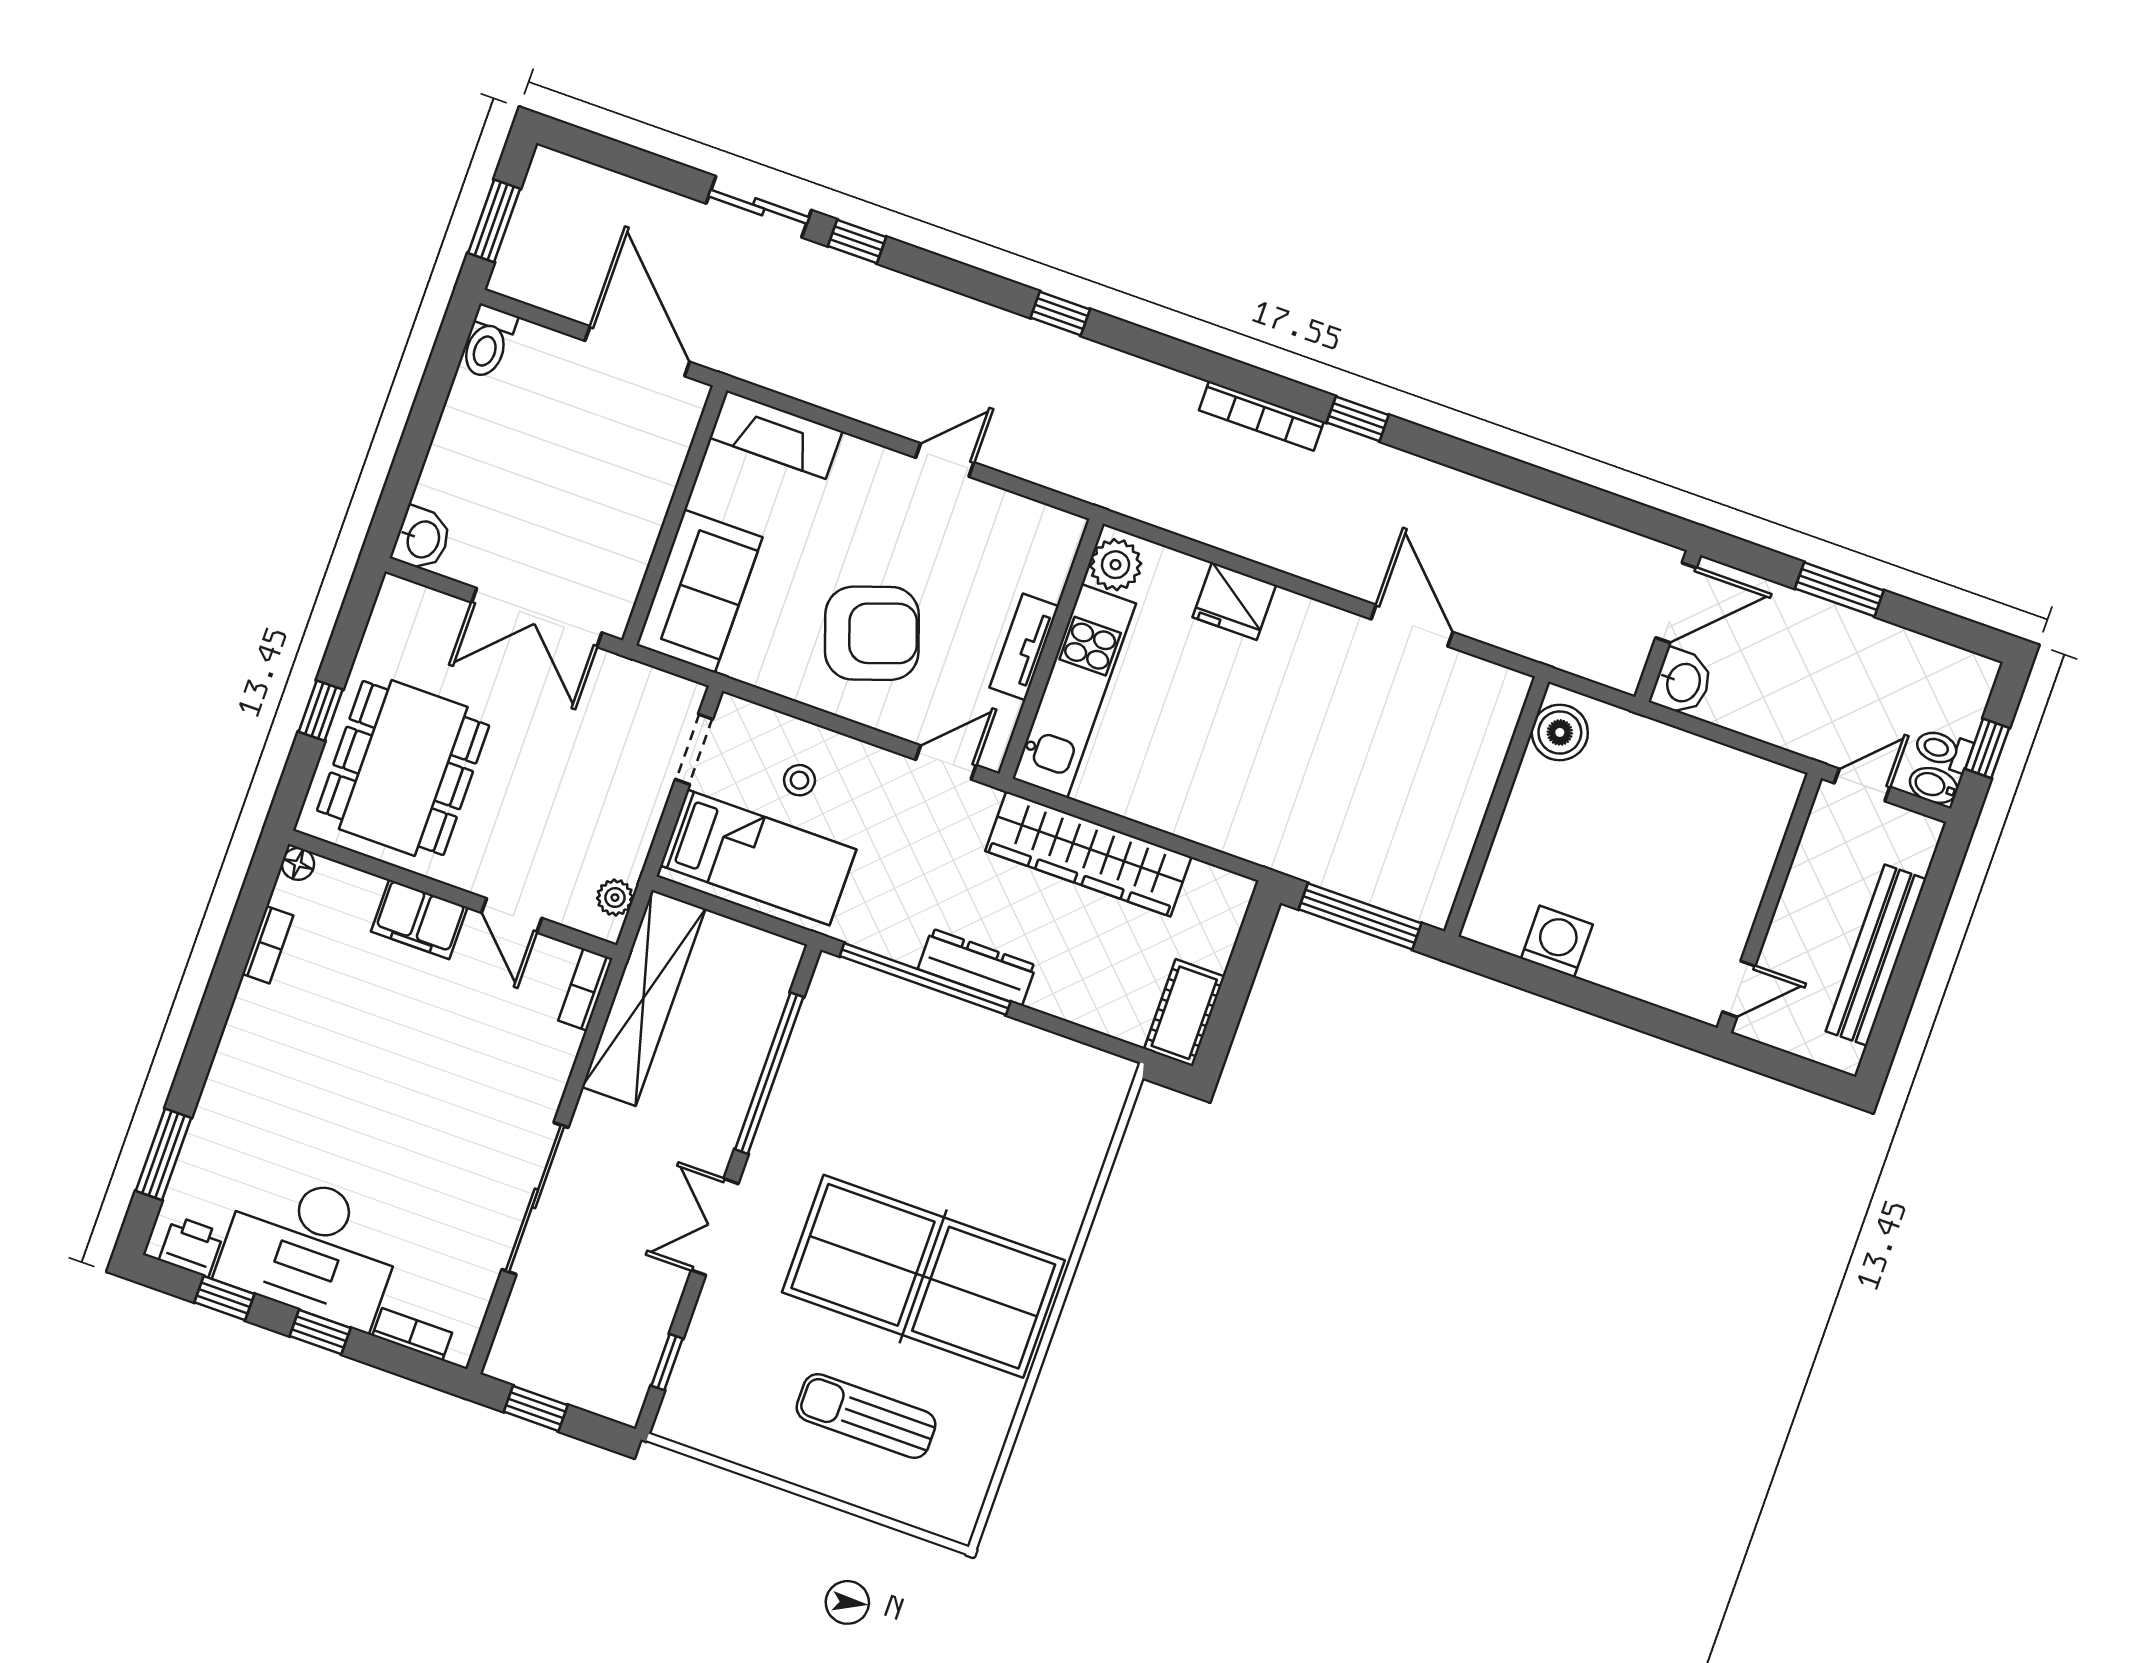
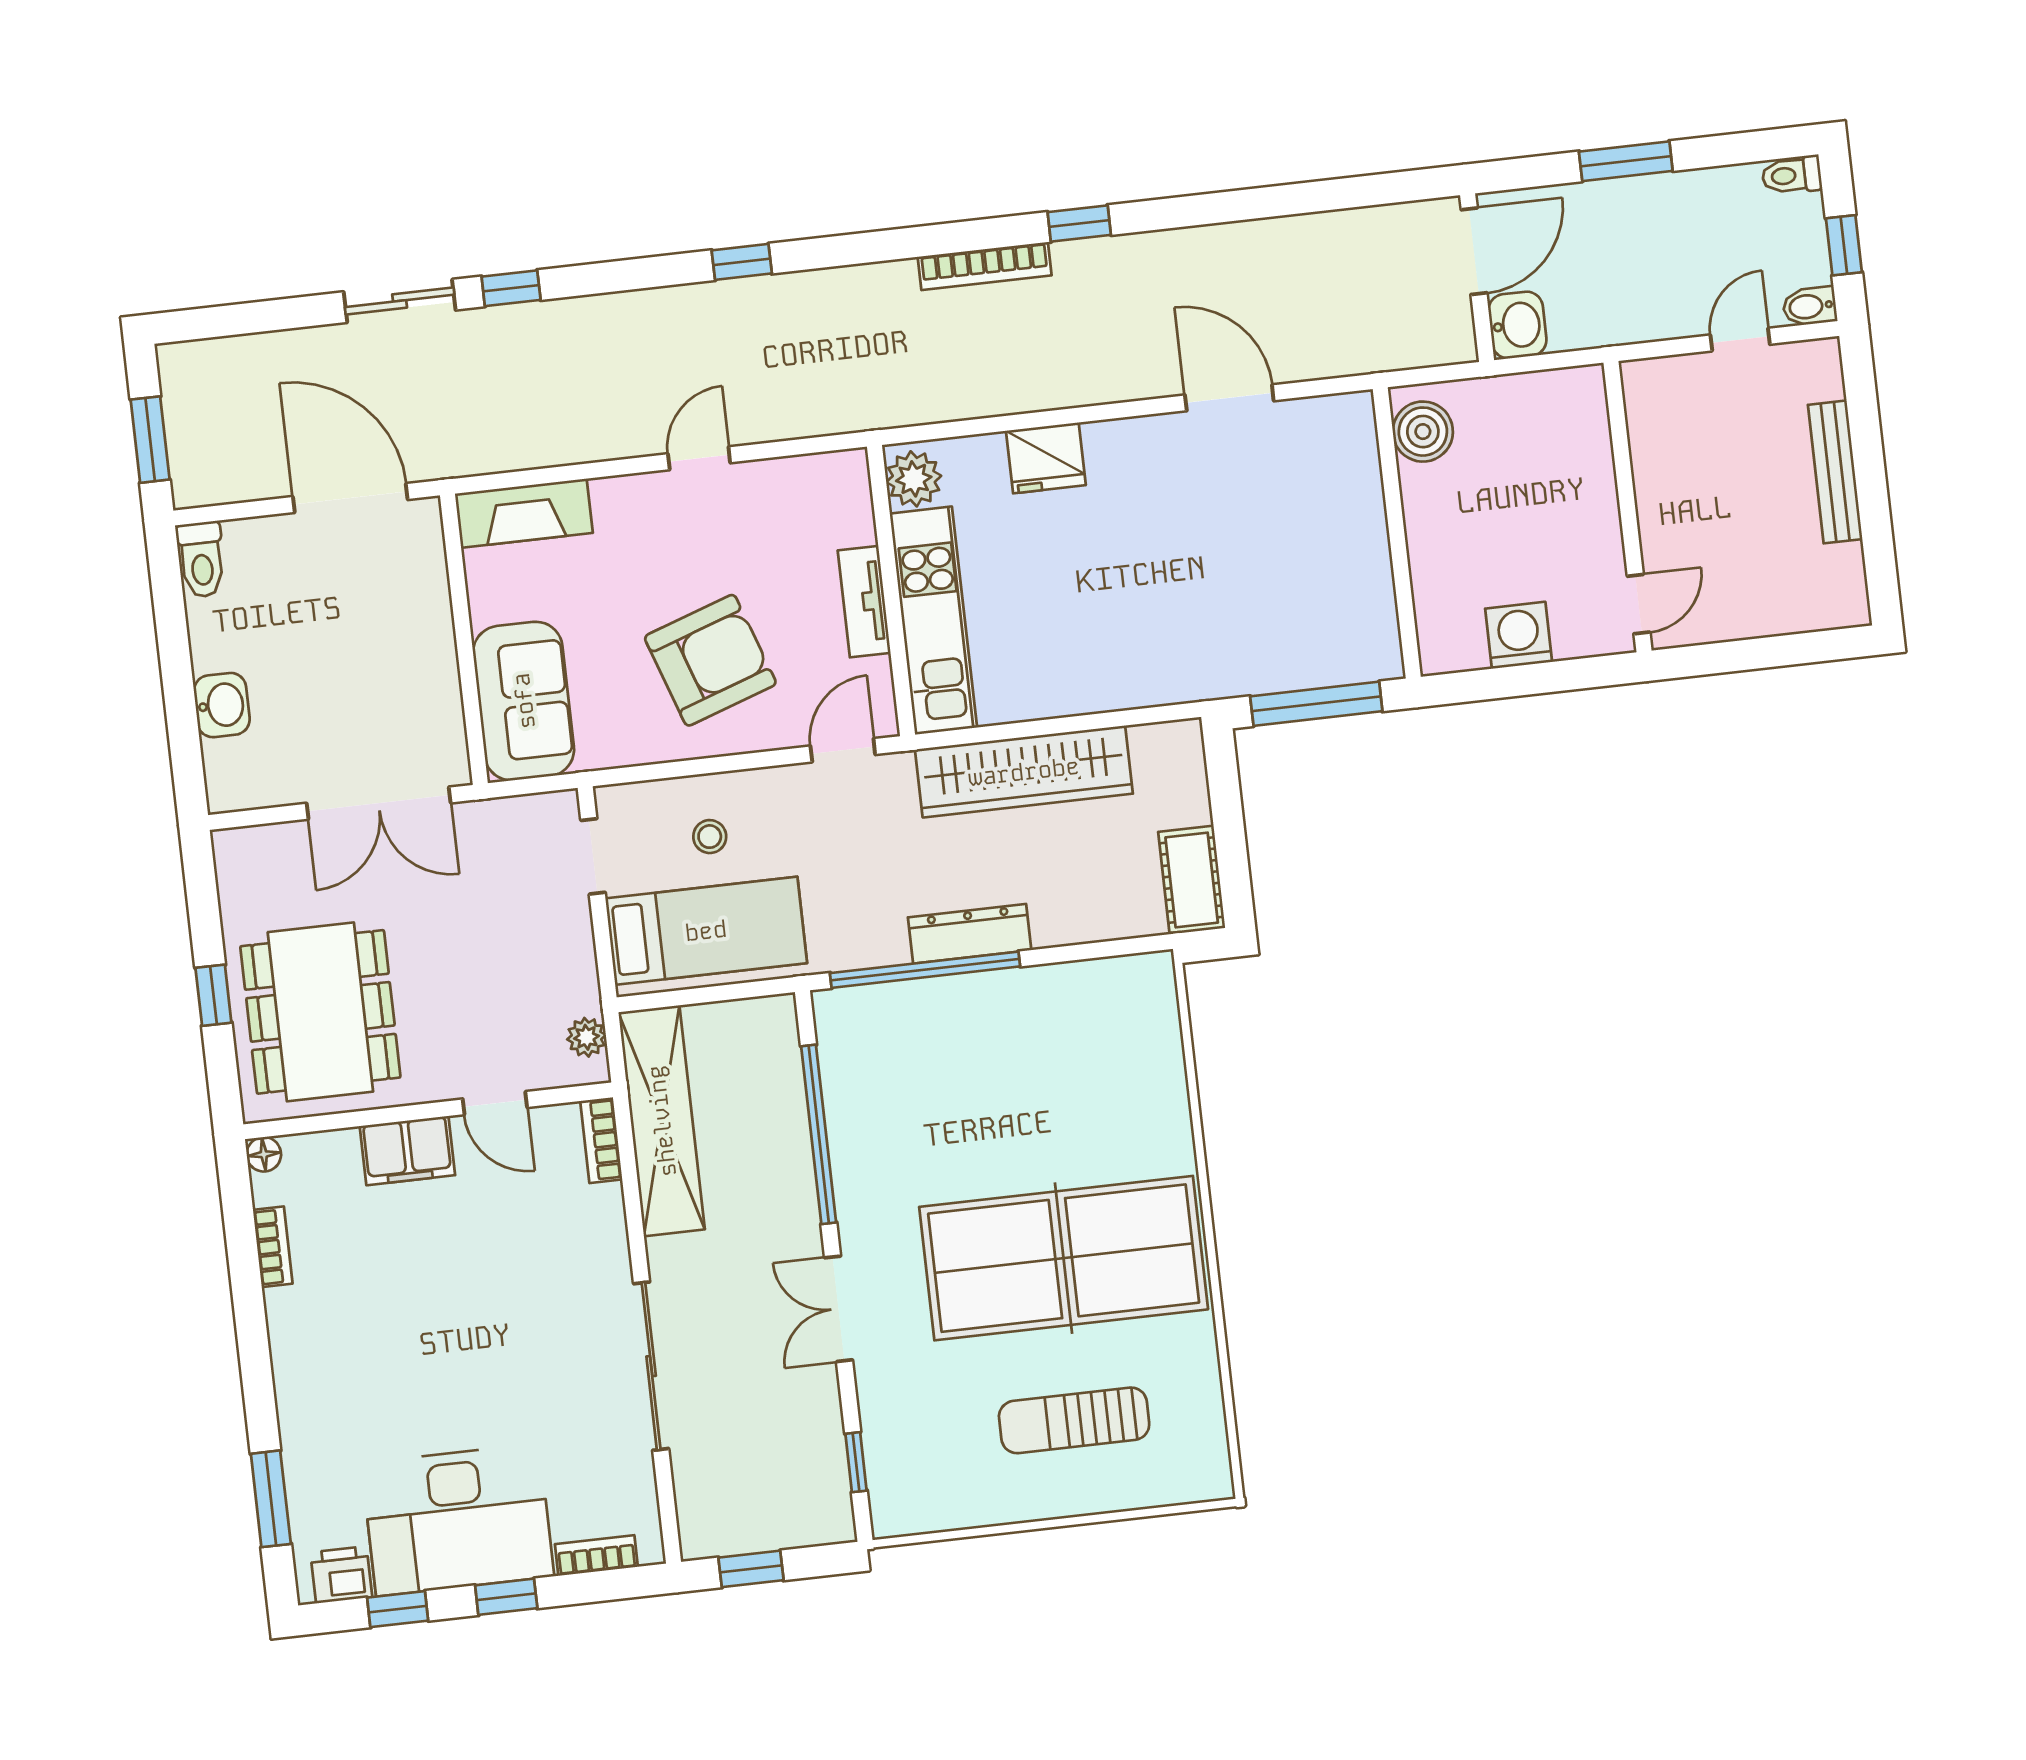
washbasin: (422, 539) -> (222, 705), moved
toilet: (1943, 750) -> (1792, 175), moved
wall: (1769, 903) -> (1627, 507), moved
bench: (1876, 955) -> (1835, 472), width x0.73, depth x0.82
door: (1739, 989) -> (1639, 604), moved

